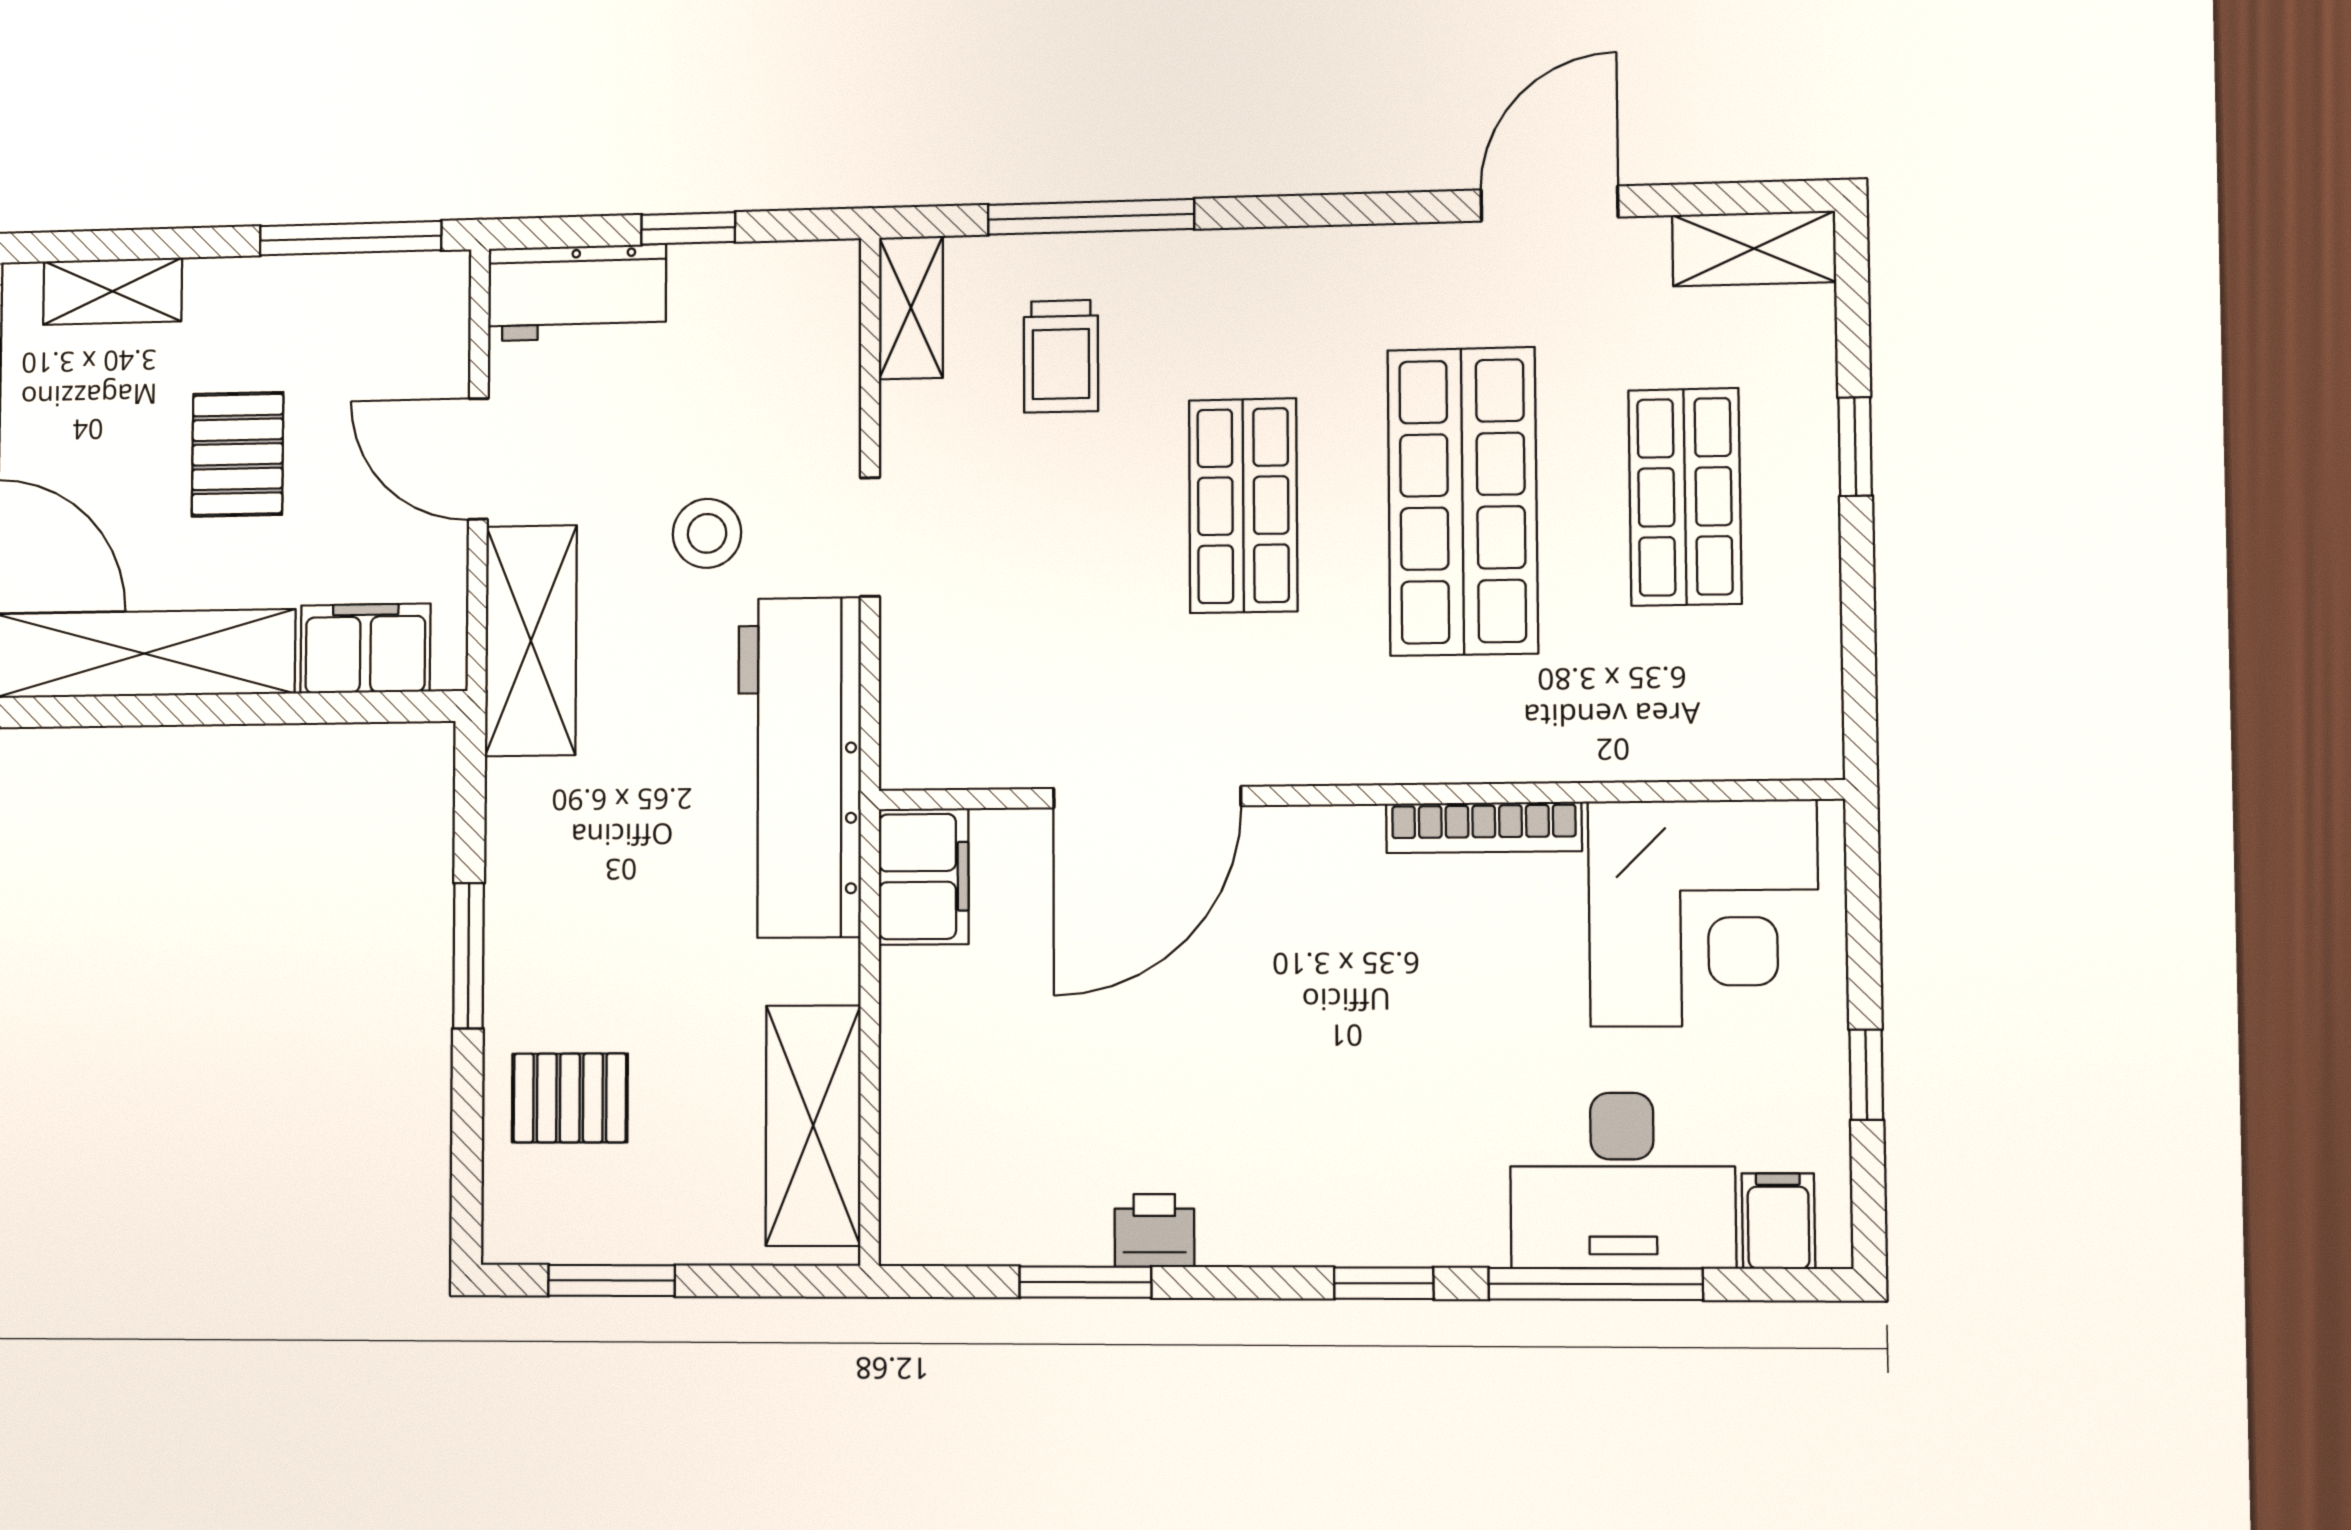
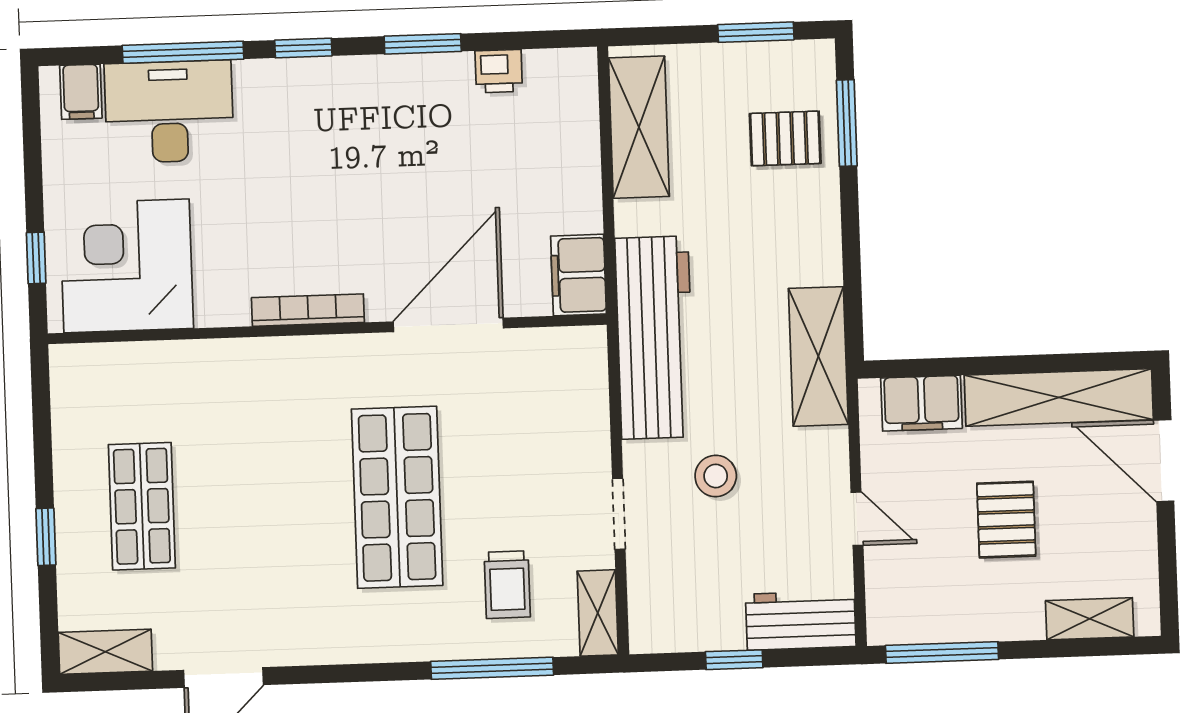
trolley: (1061, 356) -> (507, 585), turned 180
door: (478, 459) -> (857, 519), width x0.73
shop shelf: (1463, 501) -> (269, 502), removed
shop shelf: (1243, 506) -> (397, 497), width x1.43, depth x1.36
doorway: (870, 537) -> (619, 514), moved
shelving: (531, 641) -> (818, 356), moved
bookcase: (1484, 827) -> (308, 310), moved
window: (469, 956) -> (847, 123), moved
window: (1866, 1075) -> (36, 258), moved
printer: (1154, 1230) -> (499, 71), moved
window: (1085, 1282) -> (423, 44), moved

